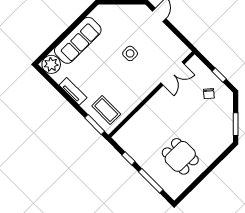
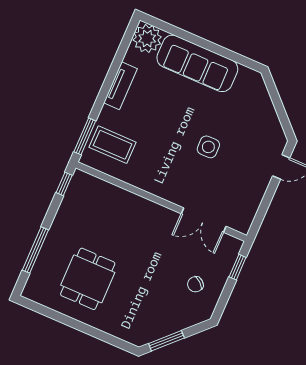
window: (219, 75) -> (238, 267), moved
coffee table: (106, 110) -> (113, 145), turned 90
window: (128, 158) -> (64, 184), moved

